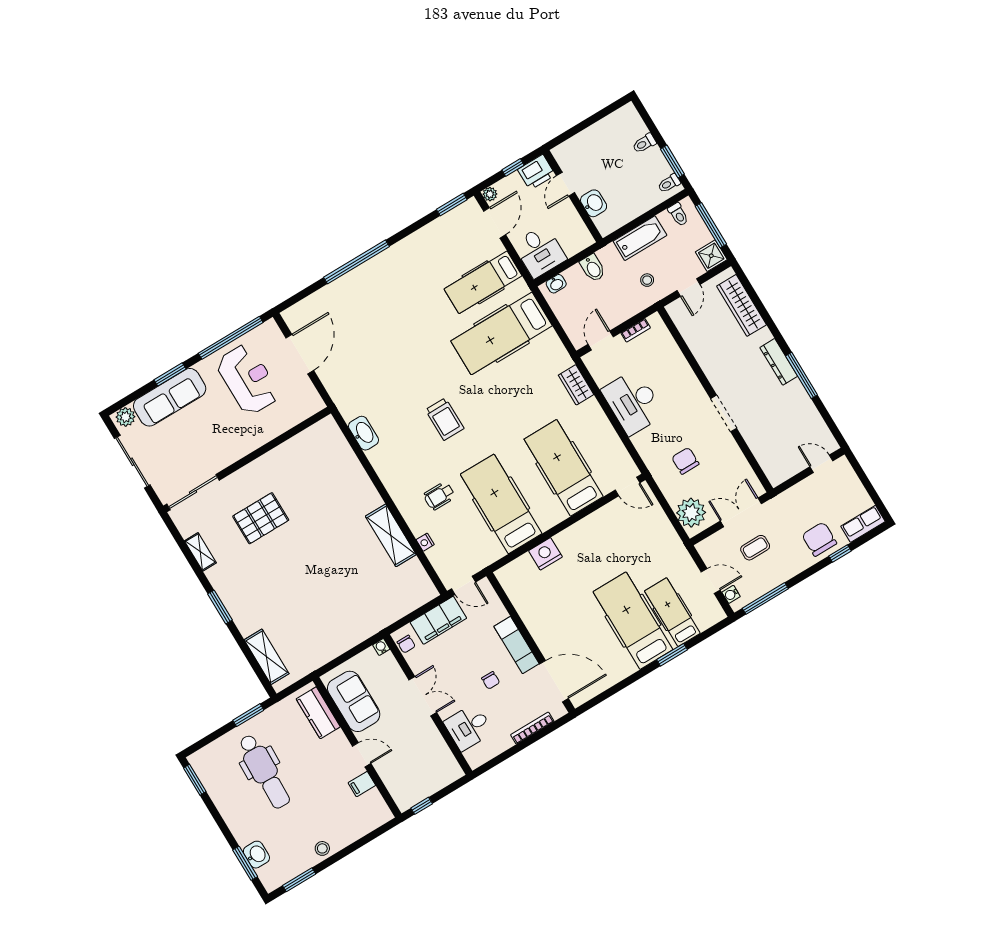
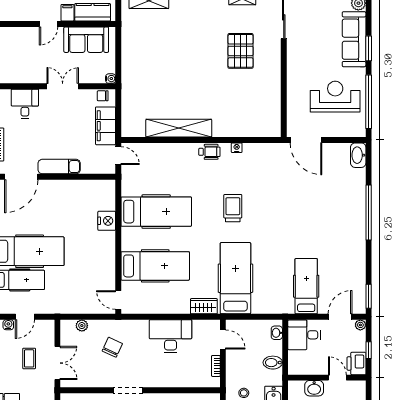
door: (495, 223) -> (340, 317), swing flipped
hospital bed: (502, 333) -> (235, 278), moved
door: (300, 354) -> (306, 140), moved
reception desk: (248, 379) -> (335, 97), turned 180
trolley: (445, 419) -> (233, 208), turned 90
washbasin: (364, 433) -> (358, 155), moved, turned 90
chair: (685, 461) -> (112, 347), turned -65
door: (628, 486) -> (118, 300), hinge flipped
wheelchair: (439, 496) -> (209, 152), moved, turned 90
plant: (691, 513) -> (82, 326), width x0.53, depth x0.53
shelving: (391, 535) -> (179, 128), width x1.47
nightstand: (425, 542) -> (237, 148), moved
door: (464, 585) -> (118, 156), swing flipped
chair: (491, 680) -> (46, 136), removed
double door: (423, 696) -> (63, 86), swing flipped
filing cabinet: (362, 784) -> (67, 13), moved

